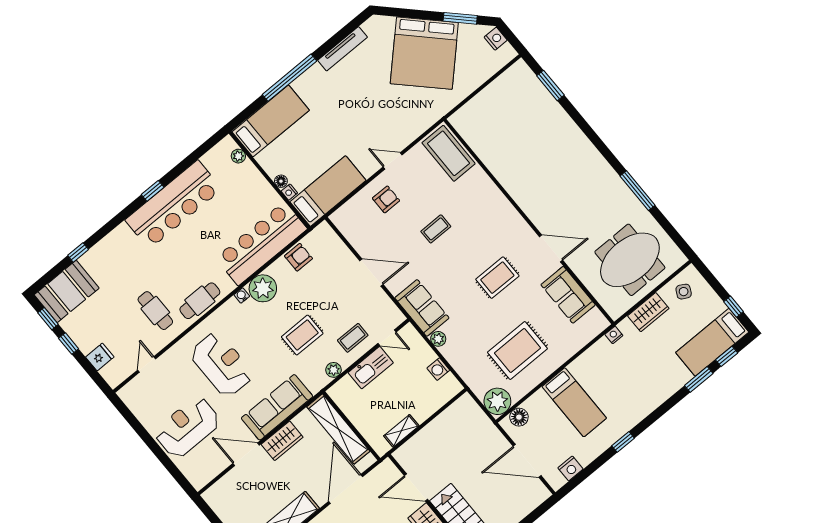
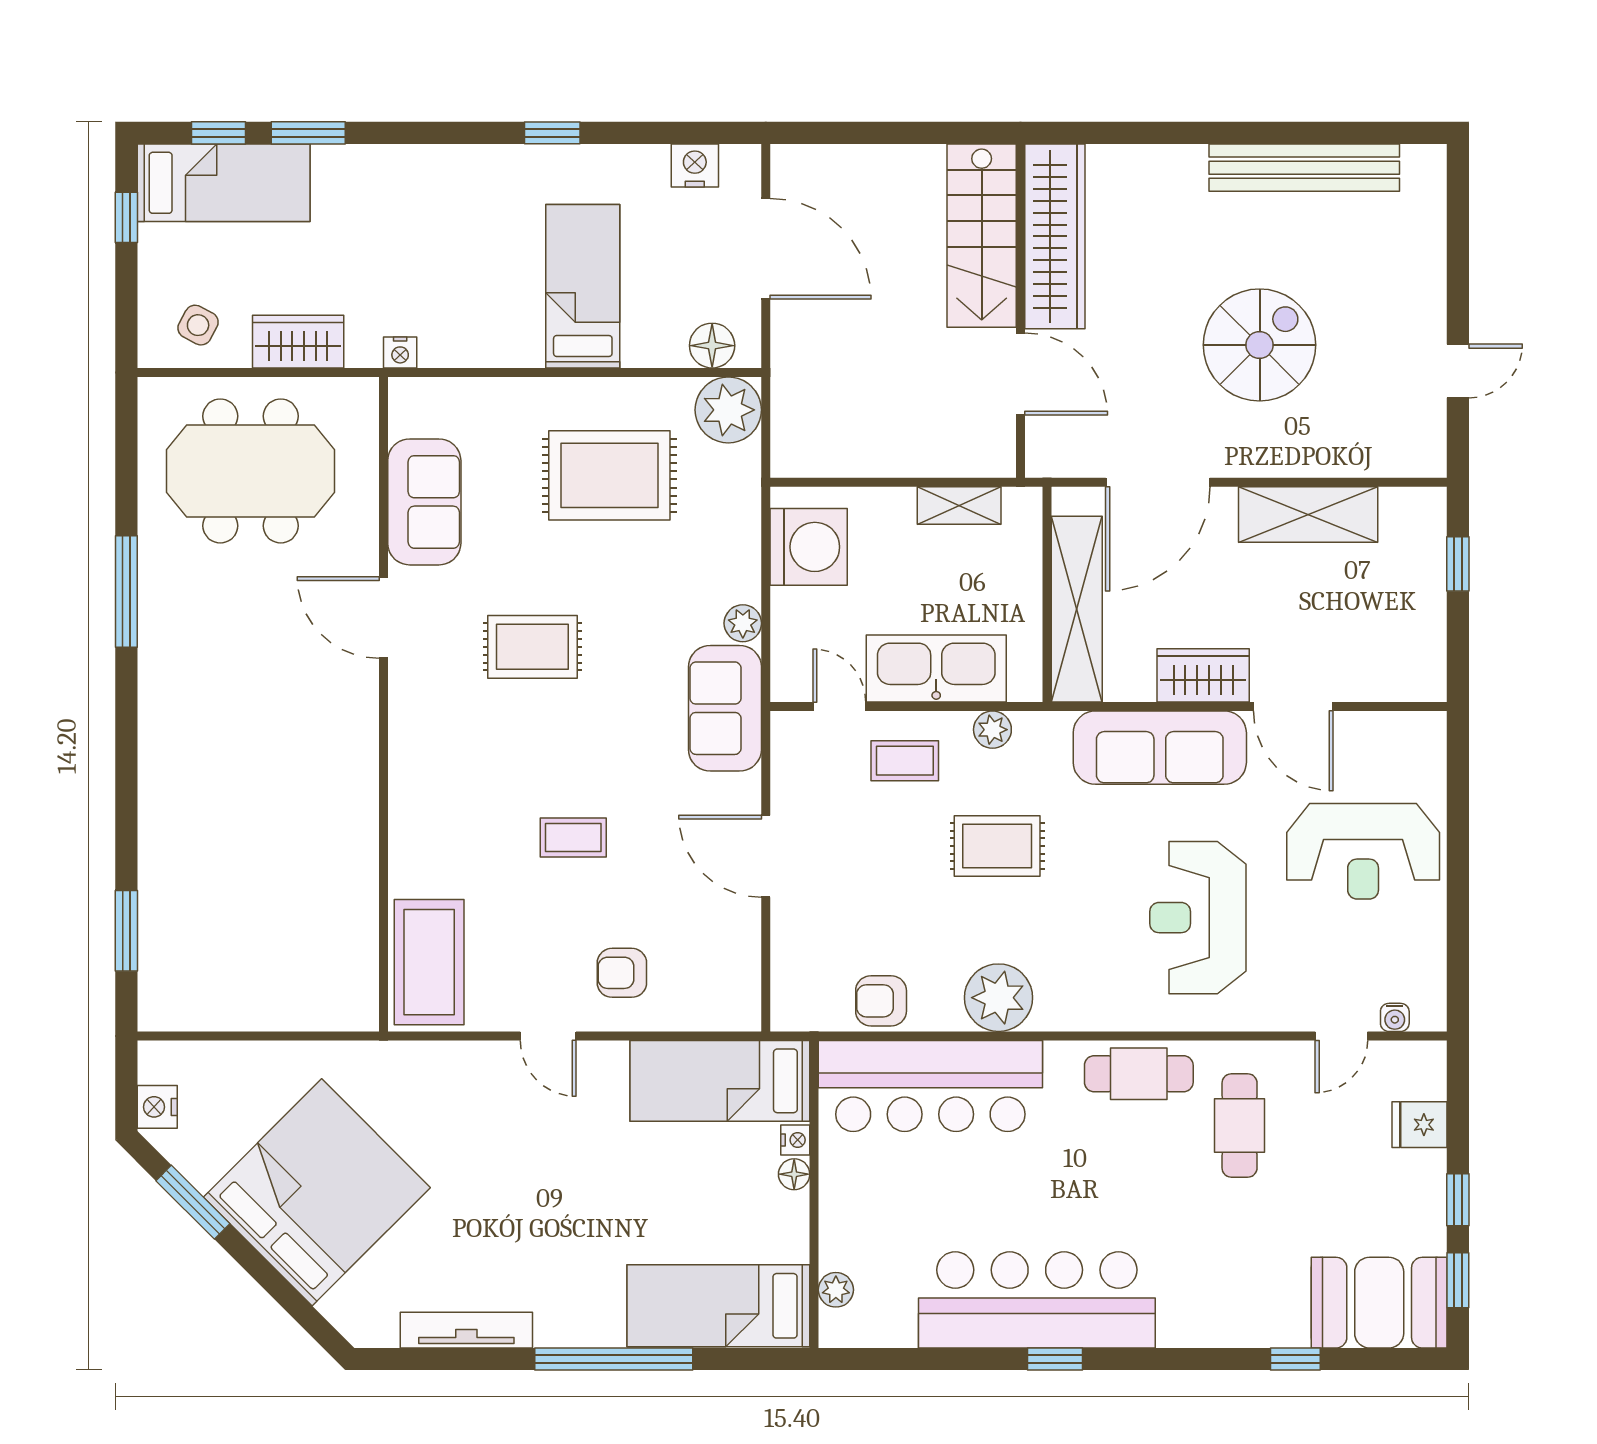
water cooler: (242, 295) -> (1395, 1017), moved
kitchen sink: (371, 368) -> (936, 669), width x1.36, depth x1.24
washing machine: (438, 369) -> (809, 547), width x1.89, depth x1.89

